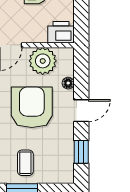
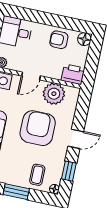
floor lamp: (68, 83) -> (54, 189), moved
coffee table: (25, 163) -> (37, 175), moved

